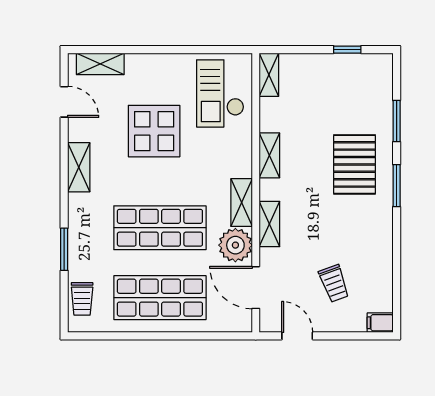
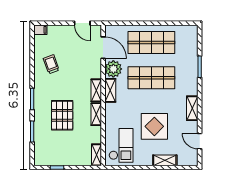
shelving: (100, 64) -> (165, 160), moved
pallet: (354, 164) -> (62, 115), moved
shelving: (269, 224) -> (96, 90), moved
trolley: (334, 283) -> (51, 64), moved
trolley: (82, 299) -> (191, 42), removed

